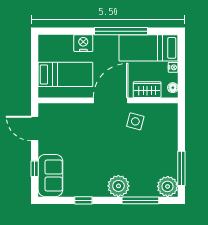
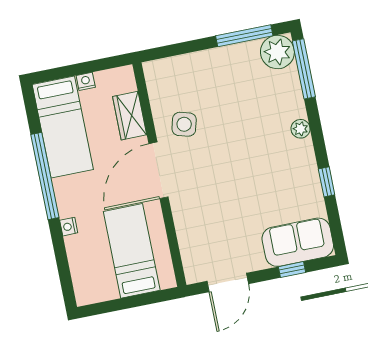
nightstand: (83, 43) -> (69, 227), width x0.53, depth x0.56
floor lamp: (173, 88) -> (118, 75), removed
door: (111, 100) -> (158, 170), hinge flipped
plant: (118, 186) -> (301, 129), width x0.53, depth x0.53
window: (140, 200) -> (304, 69), moved

